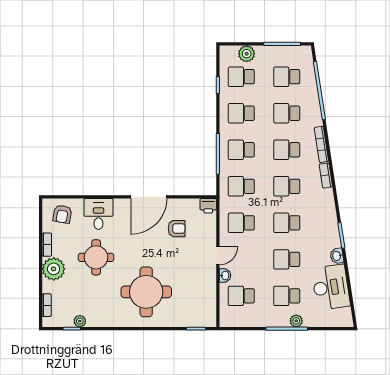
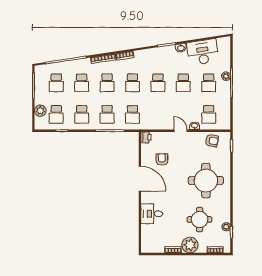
armchair: (62, 214) -> (212, 141), moved
school desk: (241, 223) -> (158, 114), removed
round table: (96, 257) -> (200, 219), moved

